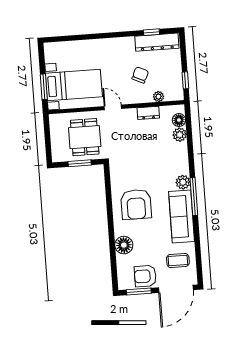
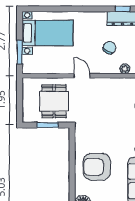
bed with nightstands: (74, 85) -> (48, 33), moved
dresser: (148, 113) -> (114, 83), removed
armchair: (136, 204) -> (97, 167), turned 90

